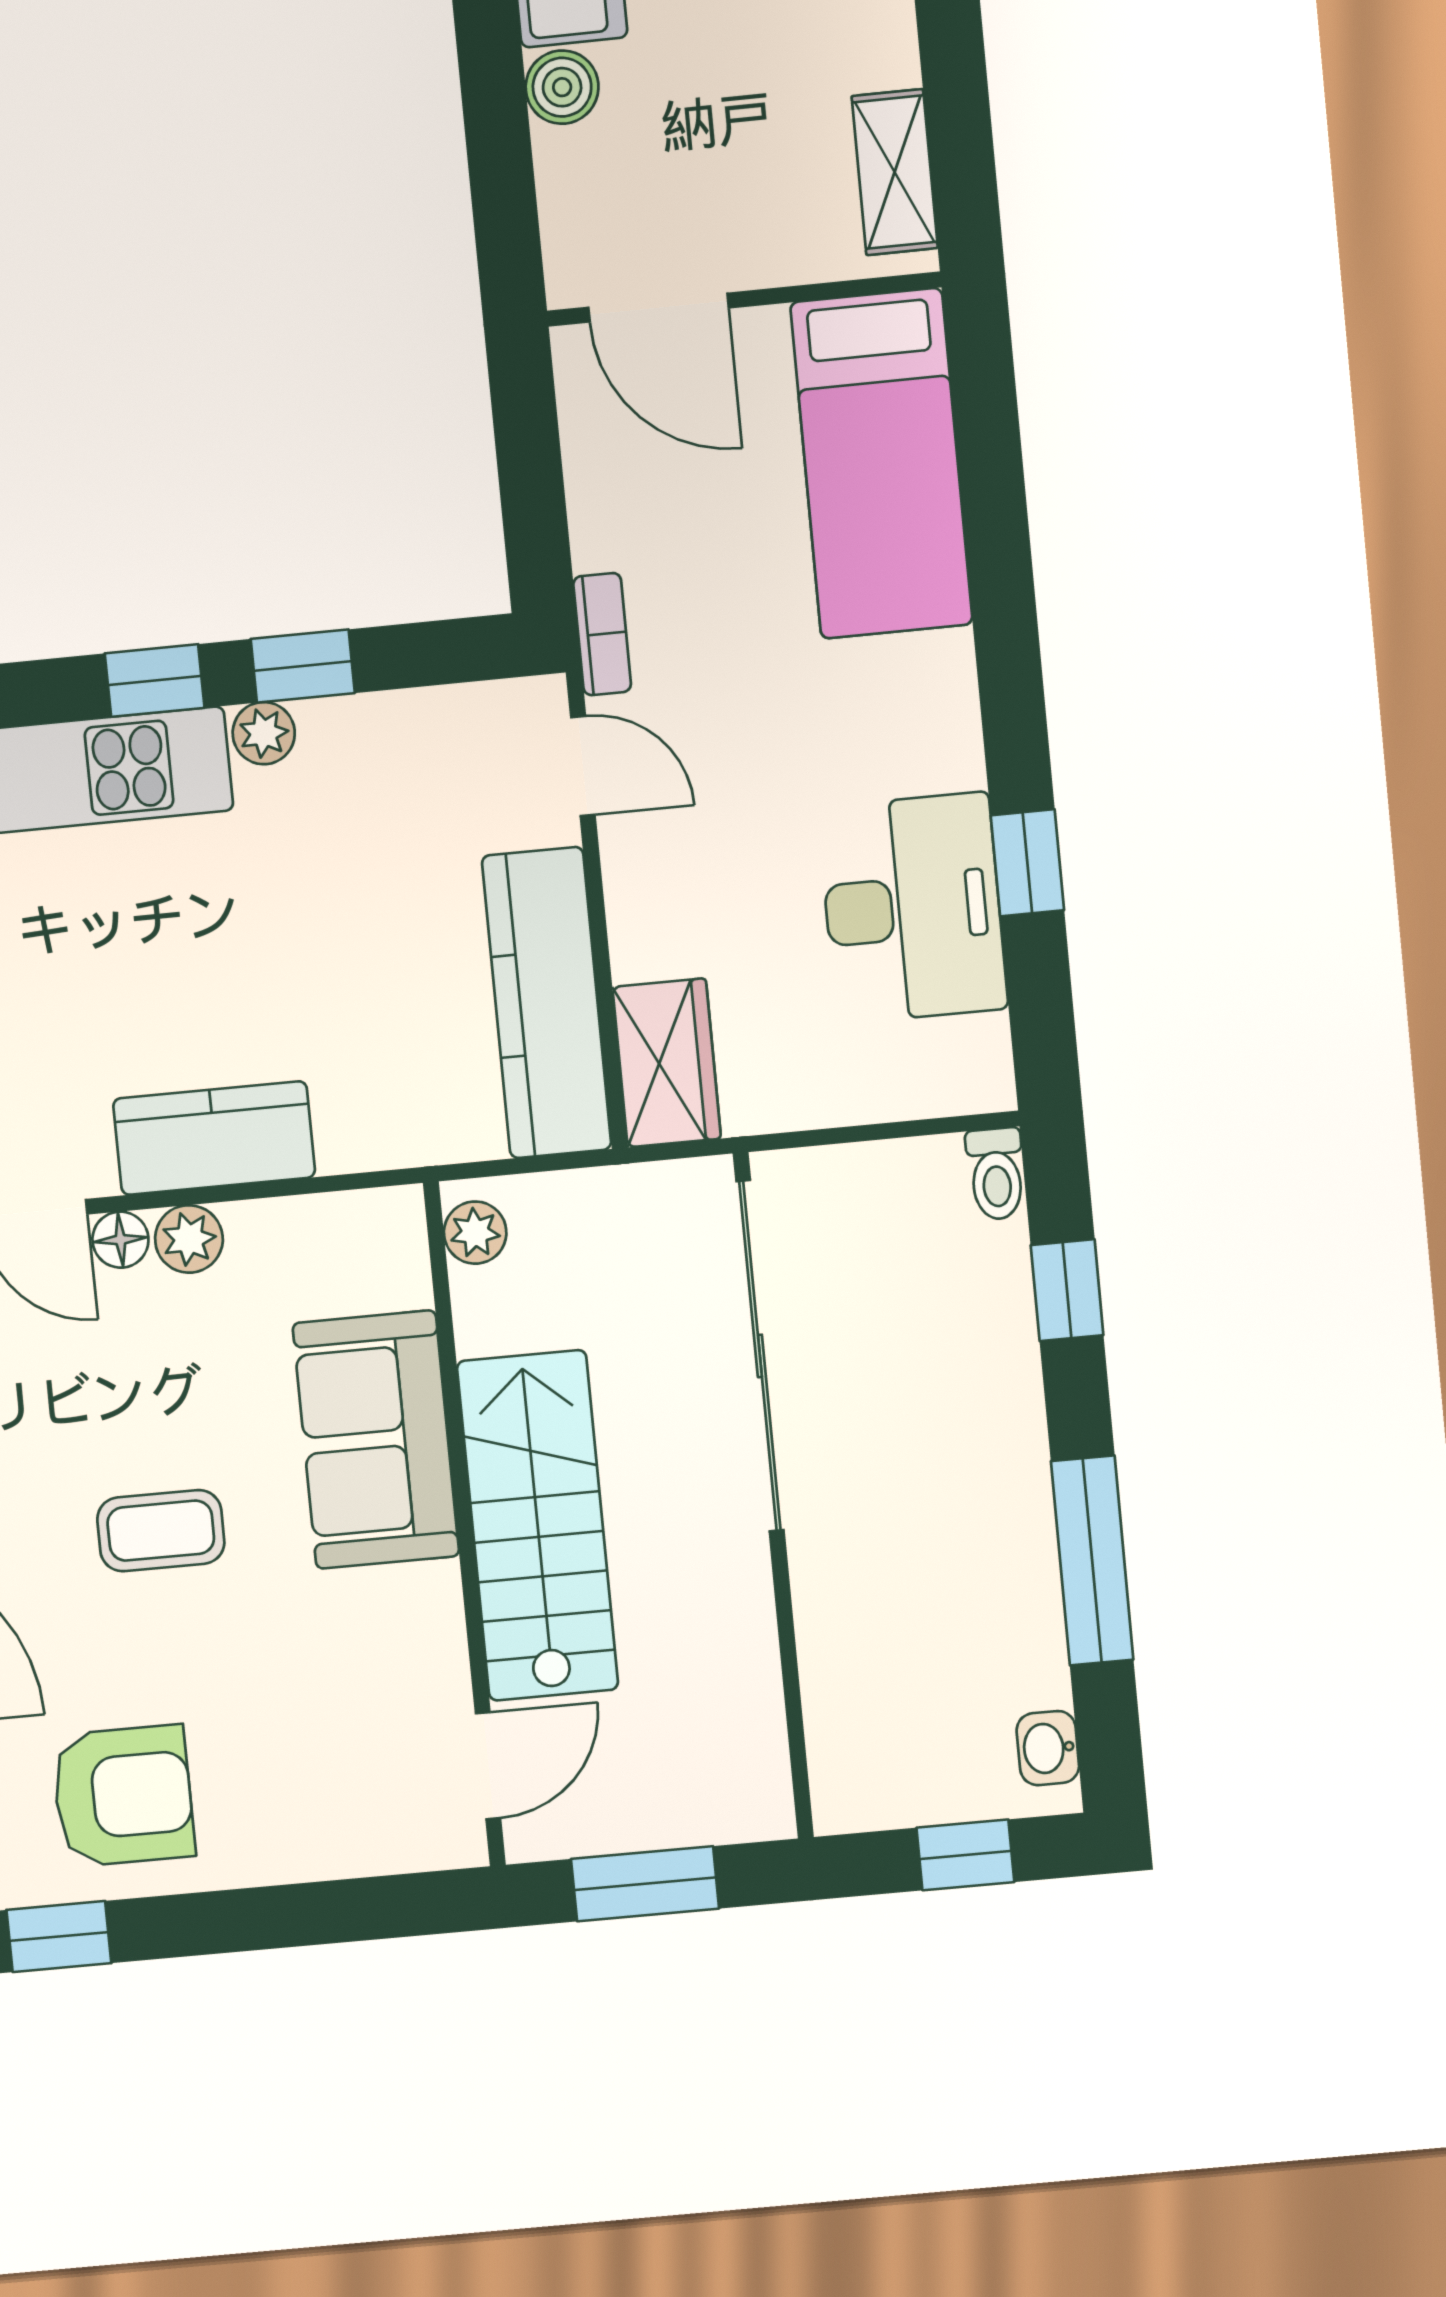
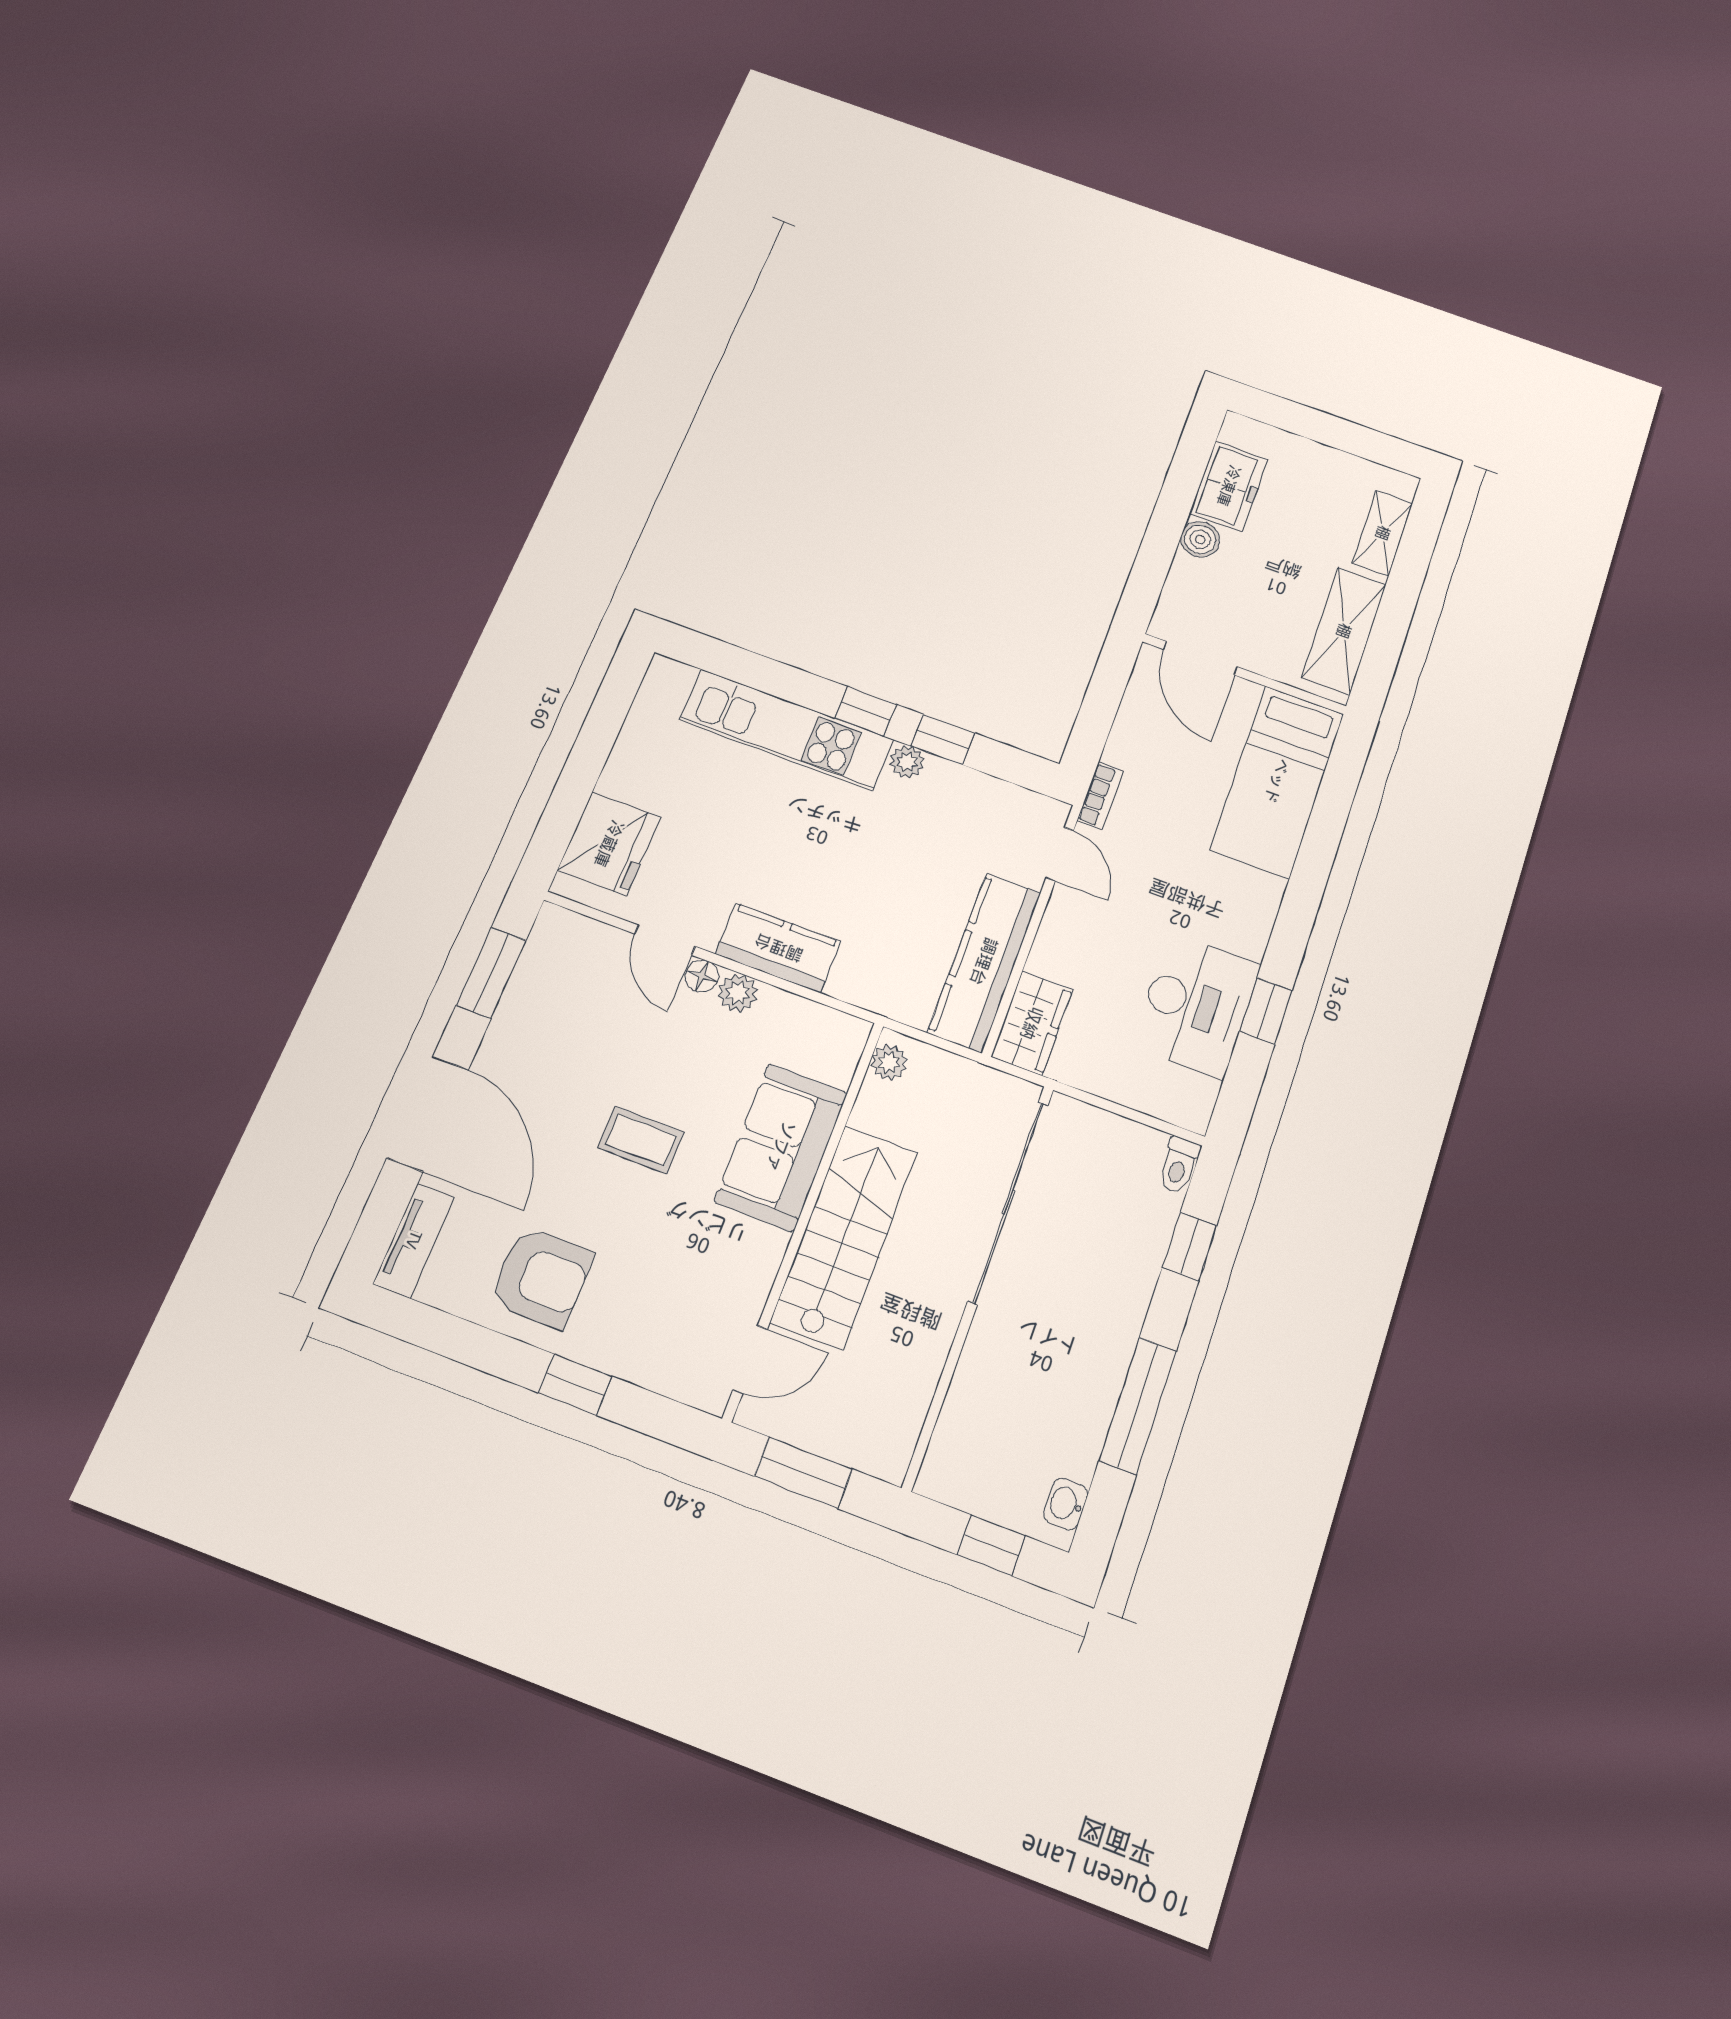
shelving: (895, 172) -> (1344, 631), width x1.50, depth x1.33
window: (59, 1937) -> (575, 1384), moved

